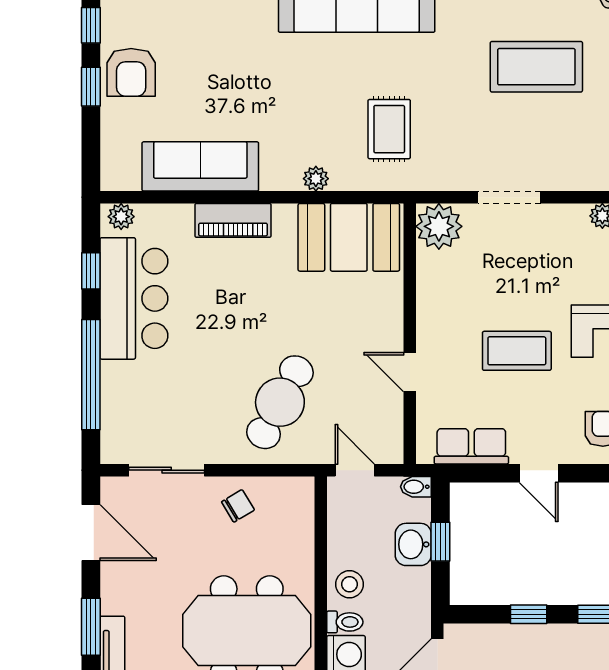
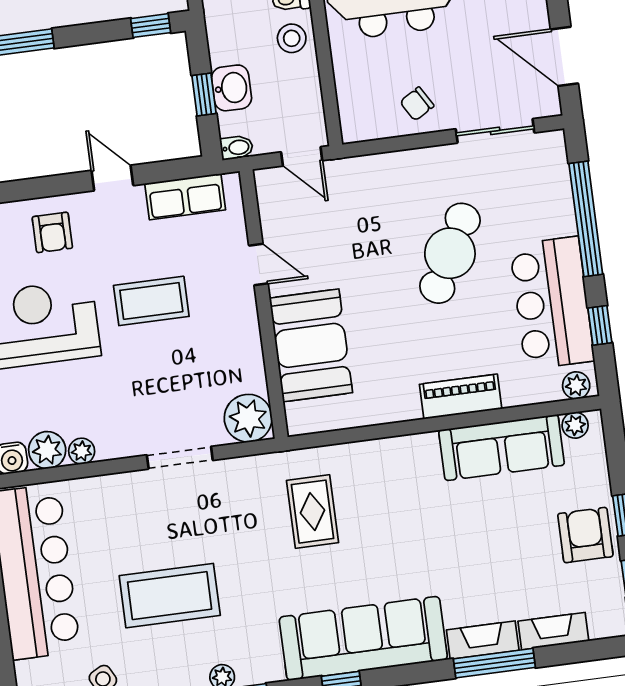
plant: (316, 179) -> (575, 425), moved
booth: (349, 237) -> (311, 345), moved, turned 90
cafe table: (280, 402) -> (450, 253), moved
window: (529, 614) -> (151, 26), moved

